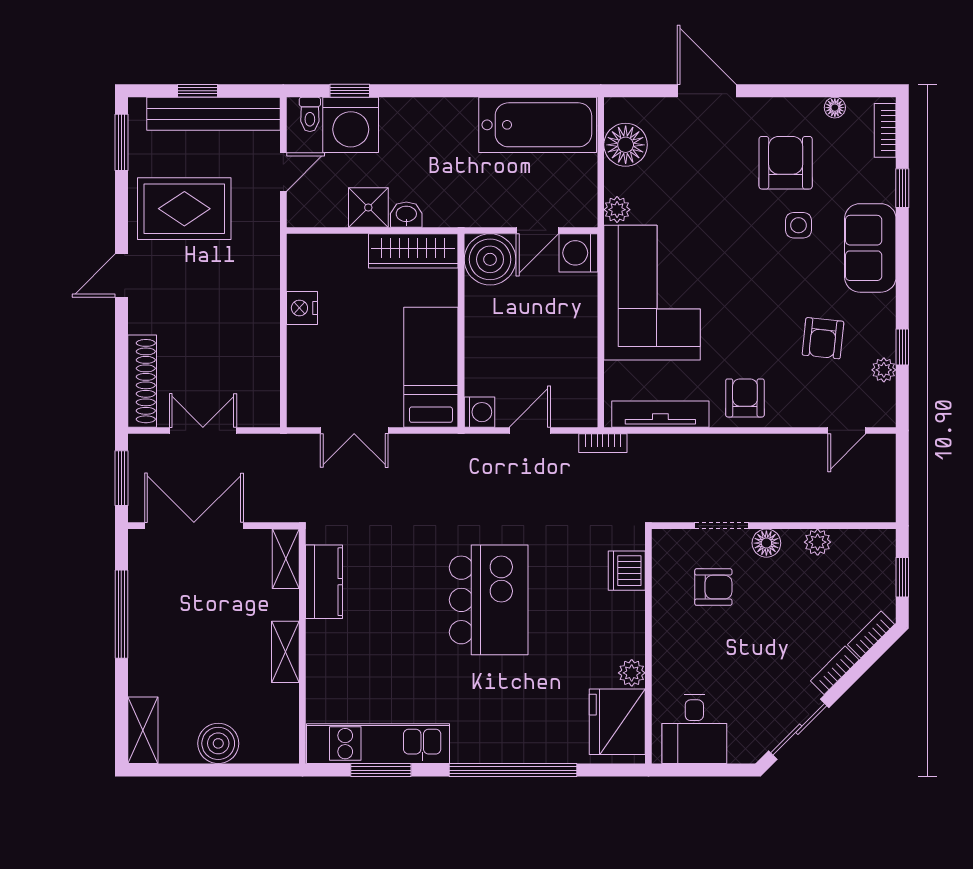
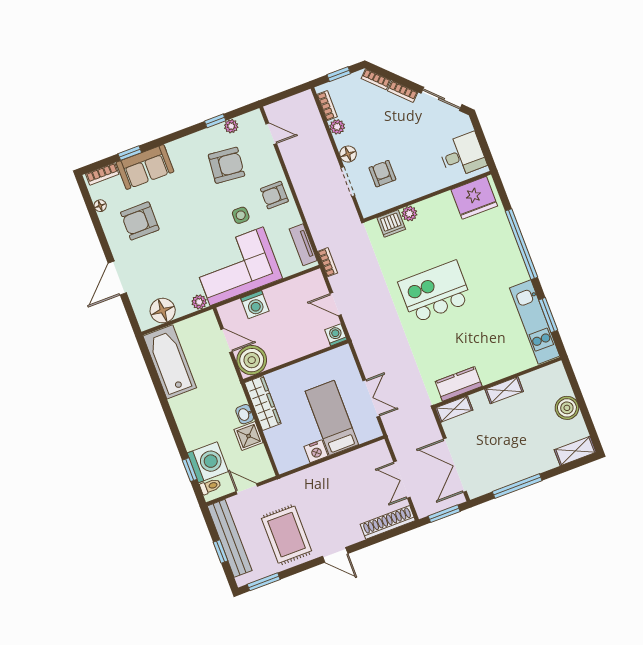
side table: (799, 225) -> (241, 215), moved
sofa: (870, 248) -> (145, 167), moved
washing machine: (578, 253) -> (255, 305), moved
armchair: (823, 338) -> (226, 165), width x1.38, depth x1.38
bed: (431, 367) -> (332, 418), moved, turned 90
tv unit: (660, 414) -> (303, 245), width x0.71
bookcase: (858, 539) -> (327, 106), added
plant: (632, 673) -> (409, 214), moved

